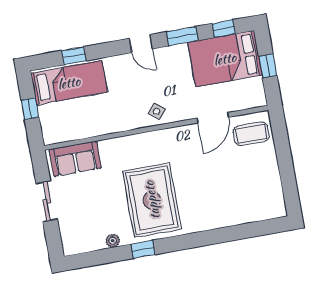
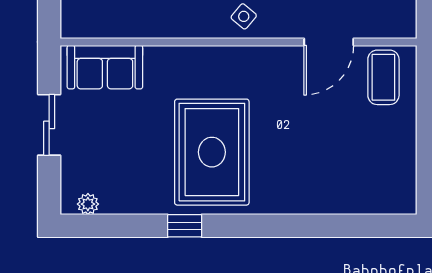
coffee table: (251, 134) -> (383, 77), turned 90
plant: (113, 241) -> (88, 204), moved

